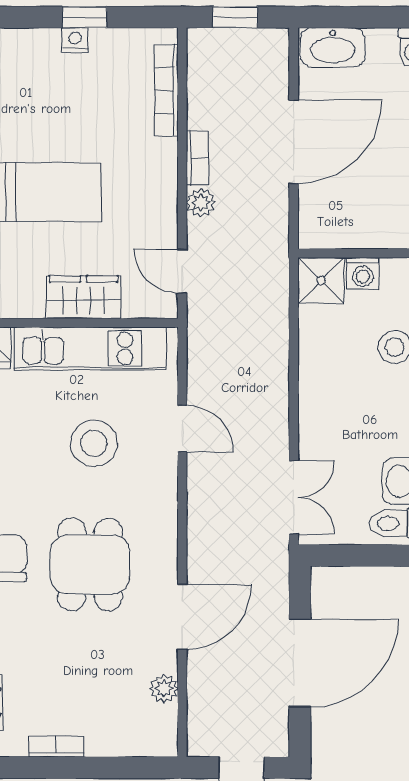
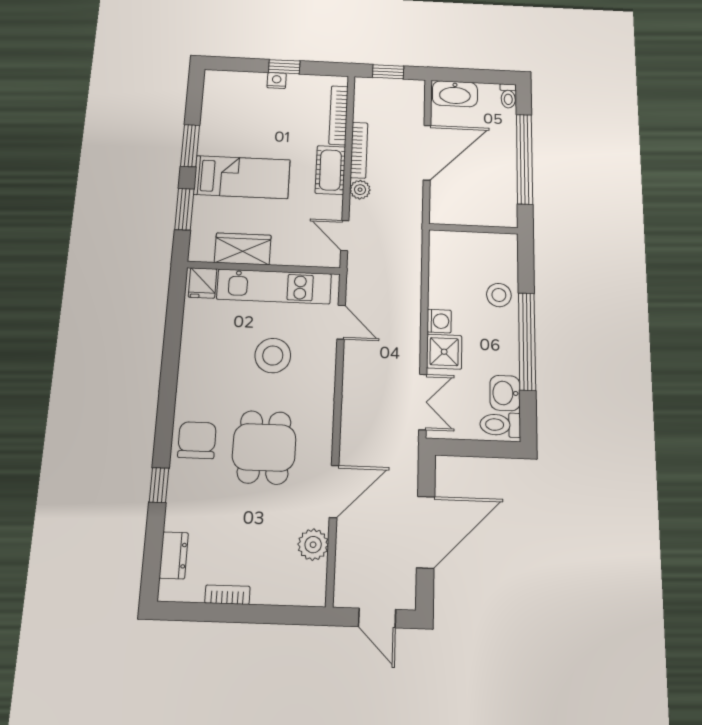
bookcase: (197, 158) -> (359, 150), width x1.56
cot: (158, 175) -> (330, 170), added
washing machine: (363, 273) -> (439, 321), moved, turned -90
shower: (321, 280) -> (444, 352), moved
wardrobe: (83, 297) -> (243, 249), moved
door: (182, 429) -> (341, 322), moved
plant: (164, 688) -> (313, 545), width x1.38, depth x1.38

